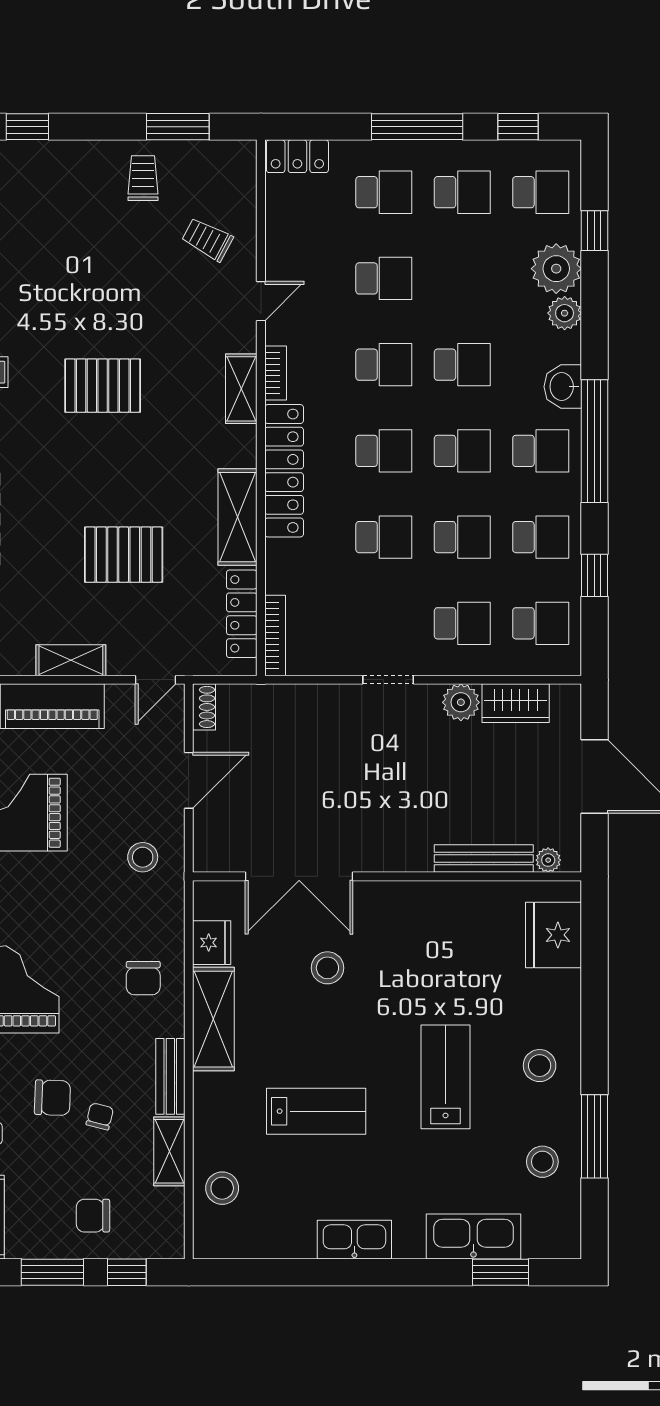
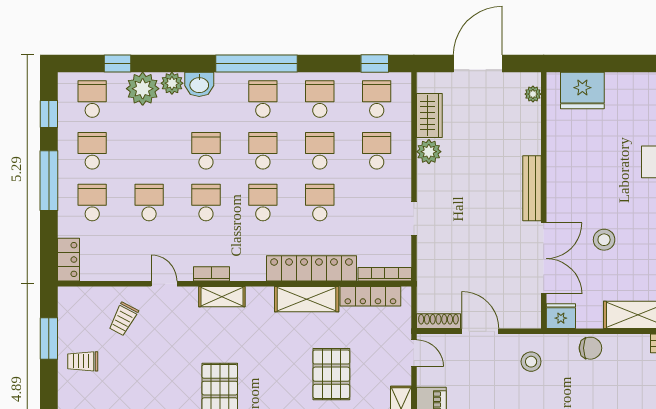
washbasin: (563, 387) -> (199, 84), moved
locker: (284, 471) -> (311, 268), moved
window: (594, 575) -> (375, 64), moved
doorway: (388, 680) -> (414, 219), moved
shoe rack: (204, 707) -> (438, 321), width x1.43
bench: (484, 859) -> (532, 188), moved
fridge: (212, 943) -> (561, 316), moved
chair: (143, 978) -> (590, 348), moved

